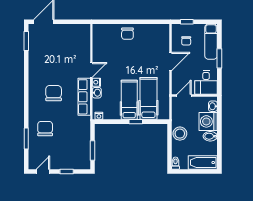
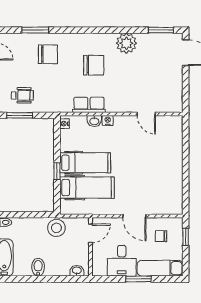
chair: (127, 34) -> (170, 161), removed
plant: (37, 68) -> (126, 43), added
door: (91, 70) -> (146, 114), moved
desk: (206, 82) -> (122, 261), moved, turned -90
door: (184, 96) -> (91, 233), hinge flipped
row of seats: (84, 97) -> (89, 105), width x0.68
washing machine: (208, 121) -> (57, 265), removed
stool: (180, 134) -> (56, 228), moved
wheelchair: (77, 148) -> (22, 95), added

